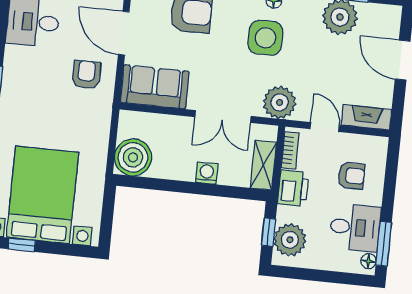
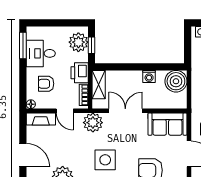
washing machine: (207, 173) -> (149, 76), moved
floor lamp: (368, 261) -> (31, 104), moved

